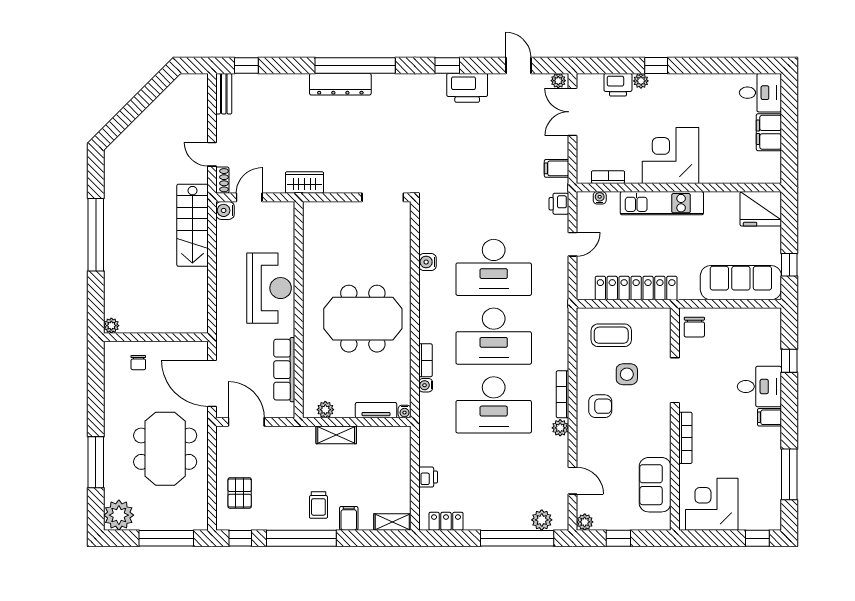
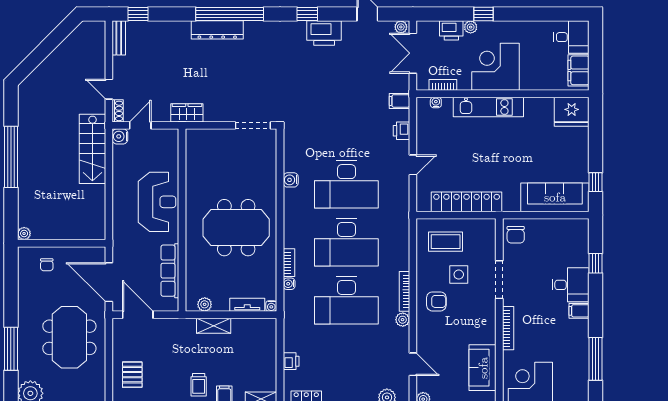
corner desk: (670, 155) -> (496, 67), moved
bookcase: (608, 177) -> (443, 85), moved
wall: (679, 188) -> (503, 94), moved
water cooler: (600, 198) -> (436, 102), moved
kitchen unit: (662, 203) -> (488, 107), moved
fridge: (761, 209) -> (572, 112), moved

